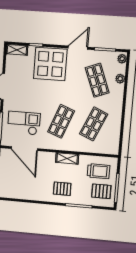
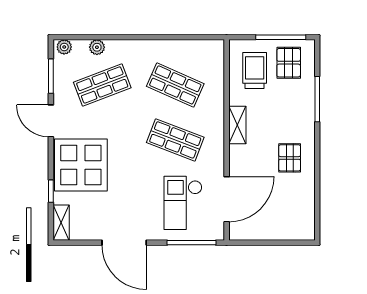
pallet: (62, 189) -> (290, 158), moved

